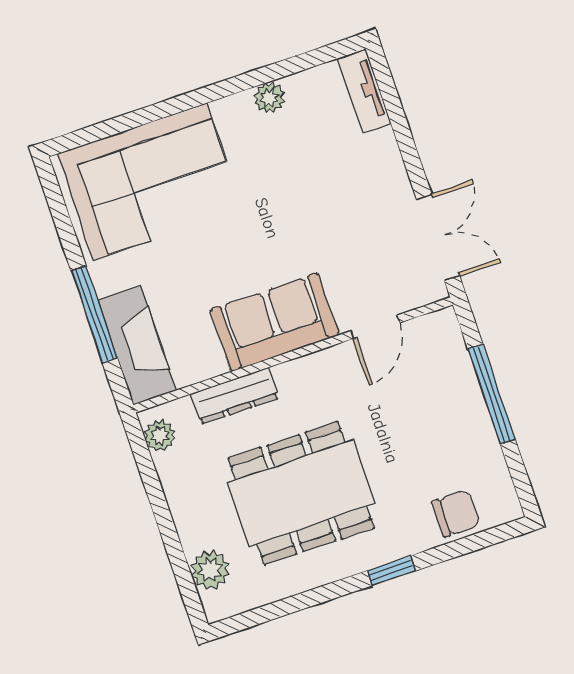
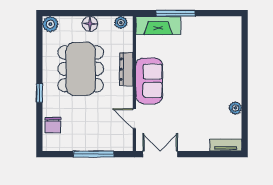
corner sofa: (150, 181) -> (219, 52), removed
double door: (438, 237) -> (160, 154), swing flipped
dresser: (235, 396) -> (126, 69), moved
floor lamp: (188, 507) -> (90, 24), added
plant: (210, 570) -> (50, 24), moved

